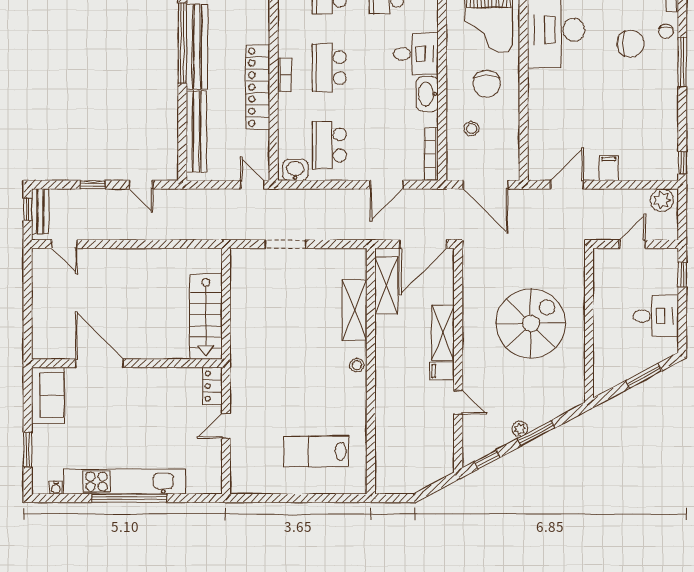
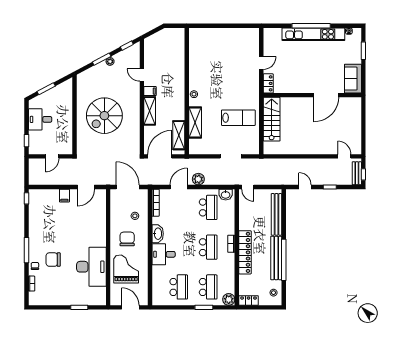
locker: (258, 87) -> (245, 252), moved
plant: (662, 200) -> (198, 179), moved
door: (100, 363) -> (326, 95), hinge flipped
lab bench: (316, 451) -> (238, 118), moved

